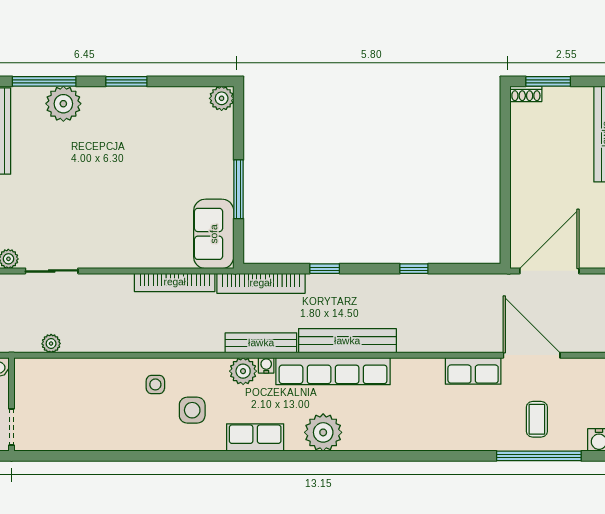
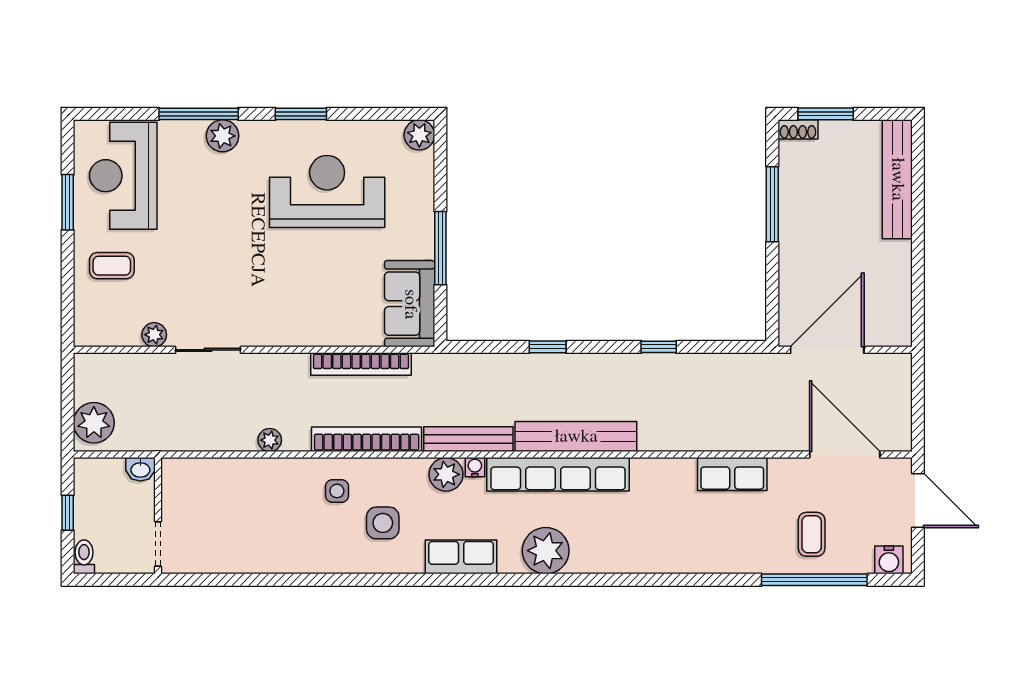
plant: (63, 104) -> (222, 136), width x0.73, depth x0.73
reception desk: (147, 144) -> (327, 192), added
window: (505, 154) -> (772, 204), added
bookcase: (261, 283) -> (367, 439), moved, turned 180
plant: (51, 344) -> (270, 440), moved
door: (532, 355) -> (845, 455), moved

